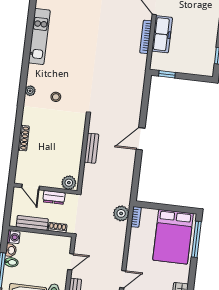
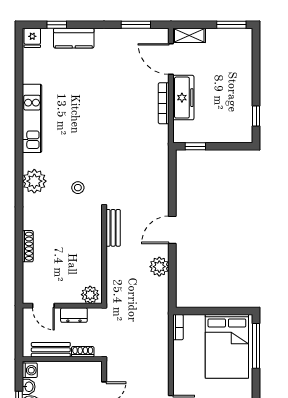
plant: (30, 91) -> (34, 181), width x1.88, depth x1.88
stool: (56, 97) -> (78, 188), moved
bench: (92, 148) -> (113, 228), moved
plant: (121, 213) -> (159, 267), moved

